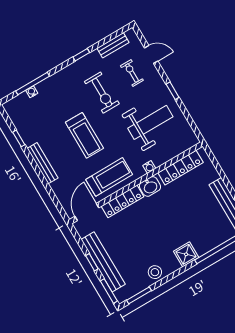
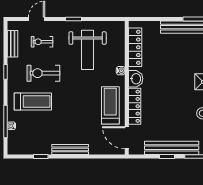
exercise bike: (102, 93) -> (43, 73), turned 180
weight bench: (150, 122) -> (88, 50), turned 180
treadmill: (84, 135) -> (33, 102), moved

